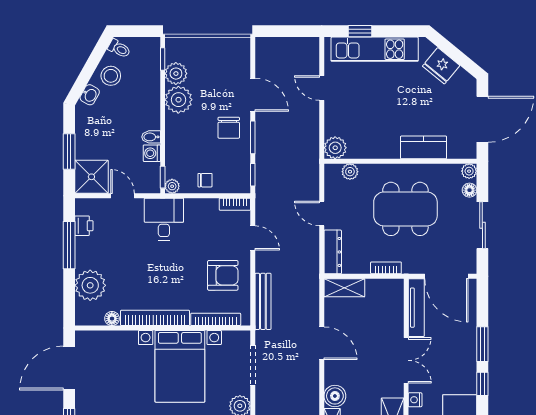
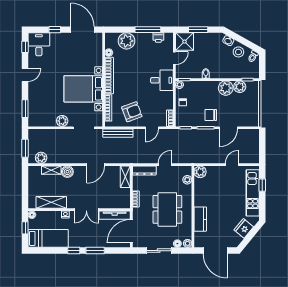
washing machine: (152, 153) -> (197, 74), removed
armchair: (223, 275) -> (132, 112), turned -110

